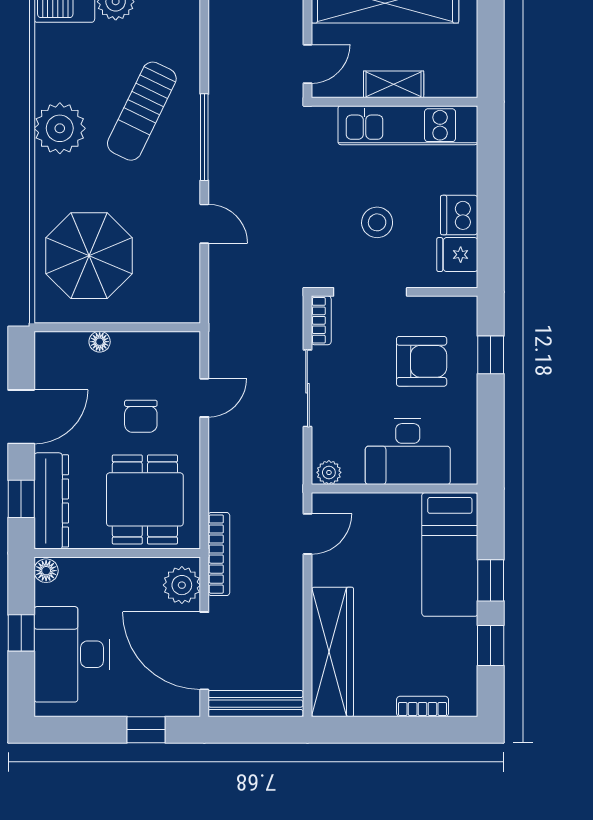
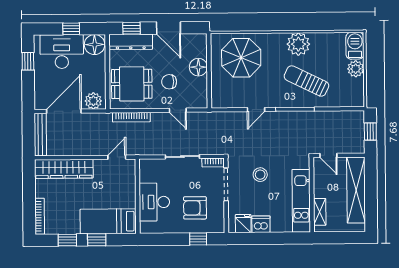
shelving: (394, 84) -> (320, 212), moved
stool: (377, 222) -> (260, 175), moved
floor lamp: (100, 342) -> (198, 67), width x1.89, depth x1.89
armchair: (422, 361) -> (195, 208), turned 90
plant: (329, 472) -> (145, 167), removed
door: (307, 534) -> (117, 157), swing flipped
bookcase: (219, 554) -> (131, 117), moved
floor lamp: (46, 571) -> (95, 45), width x1.89, depth x1.89
bookcase: (423, 706) -> (40, 216), width x1.56
window: (146, 730) -> (28, 61), moved

